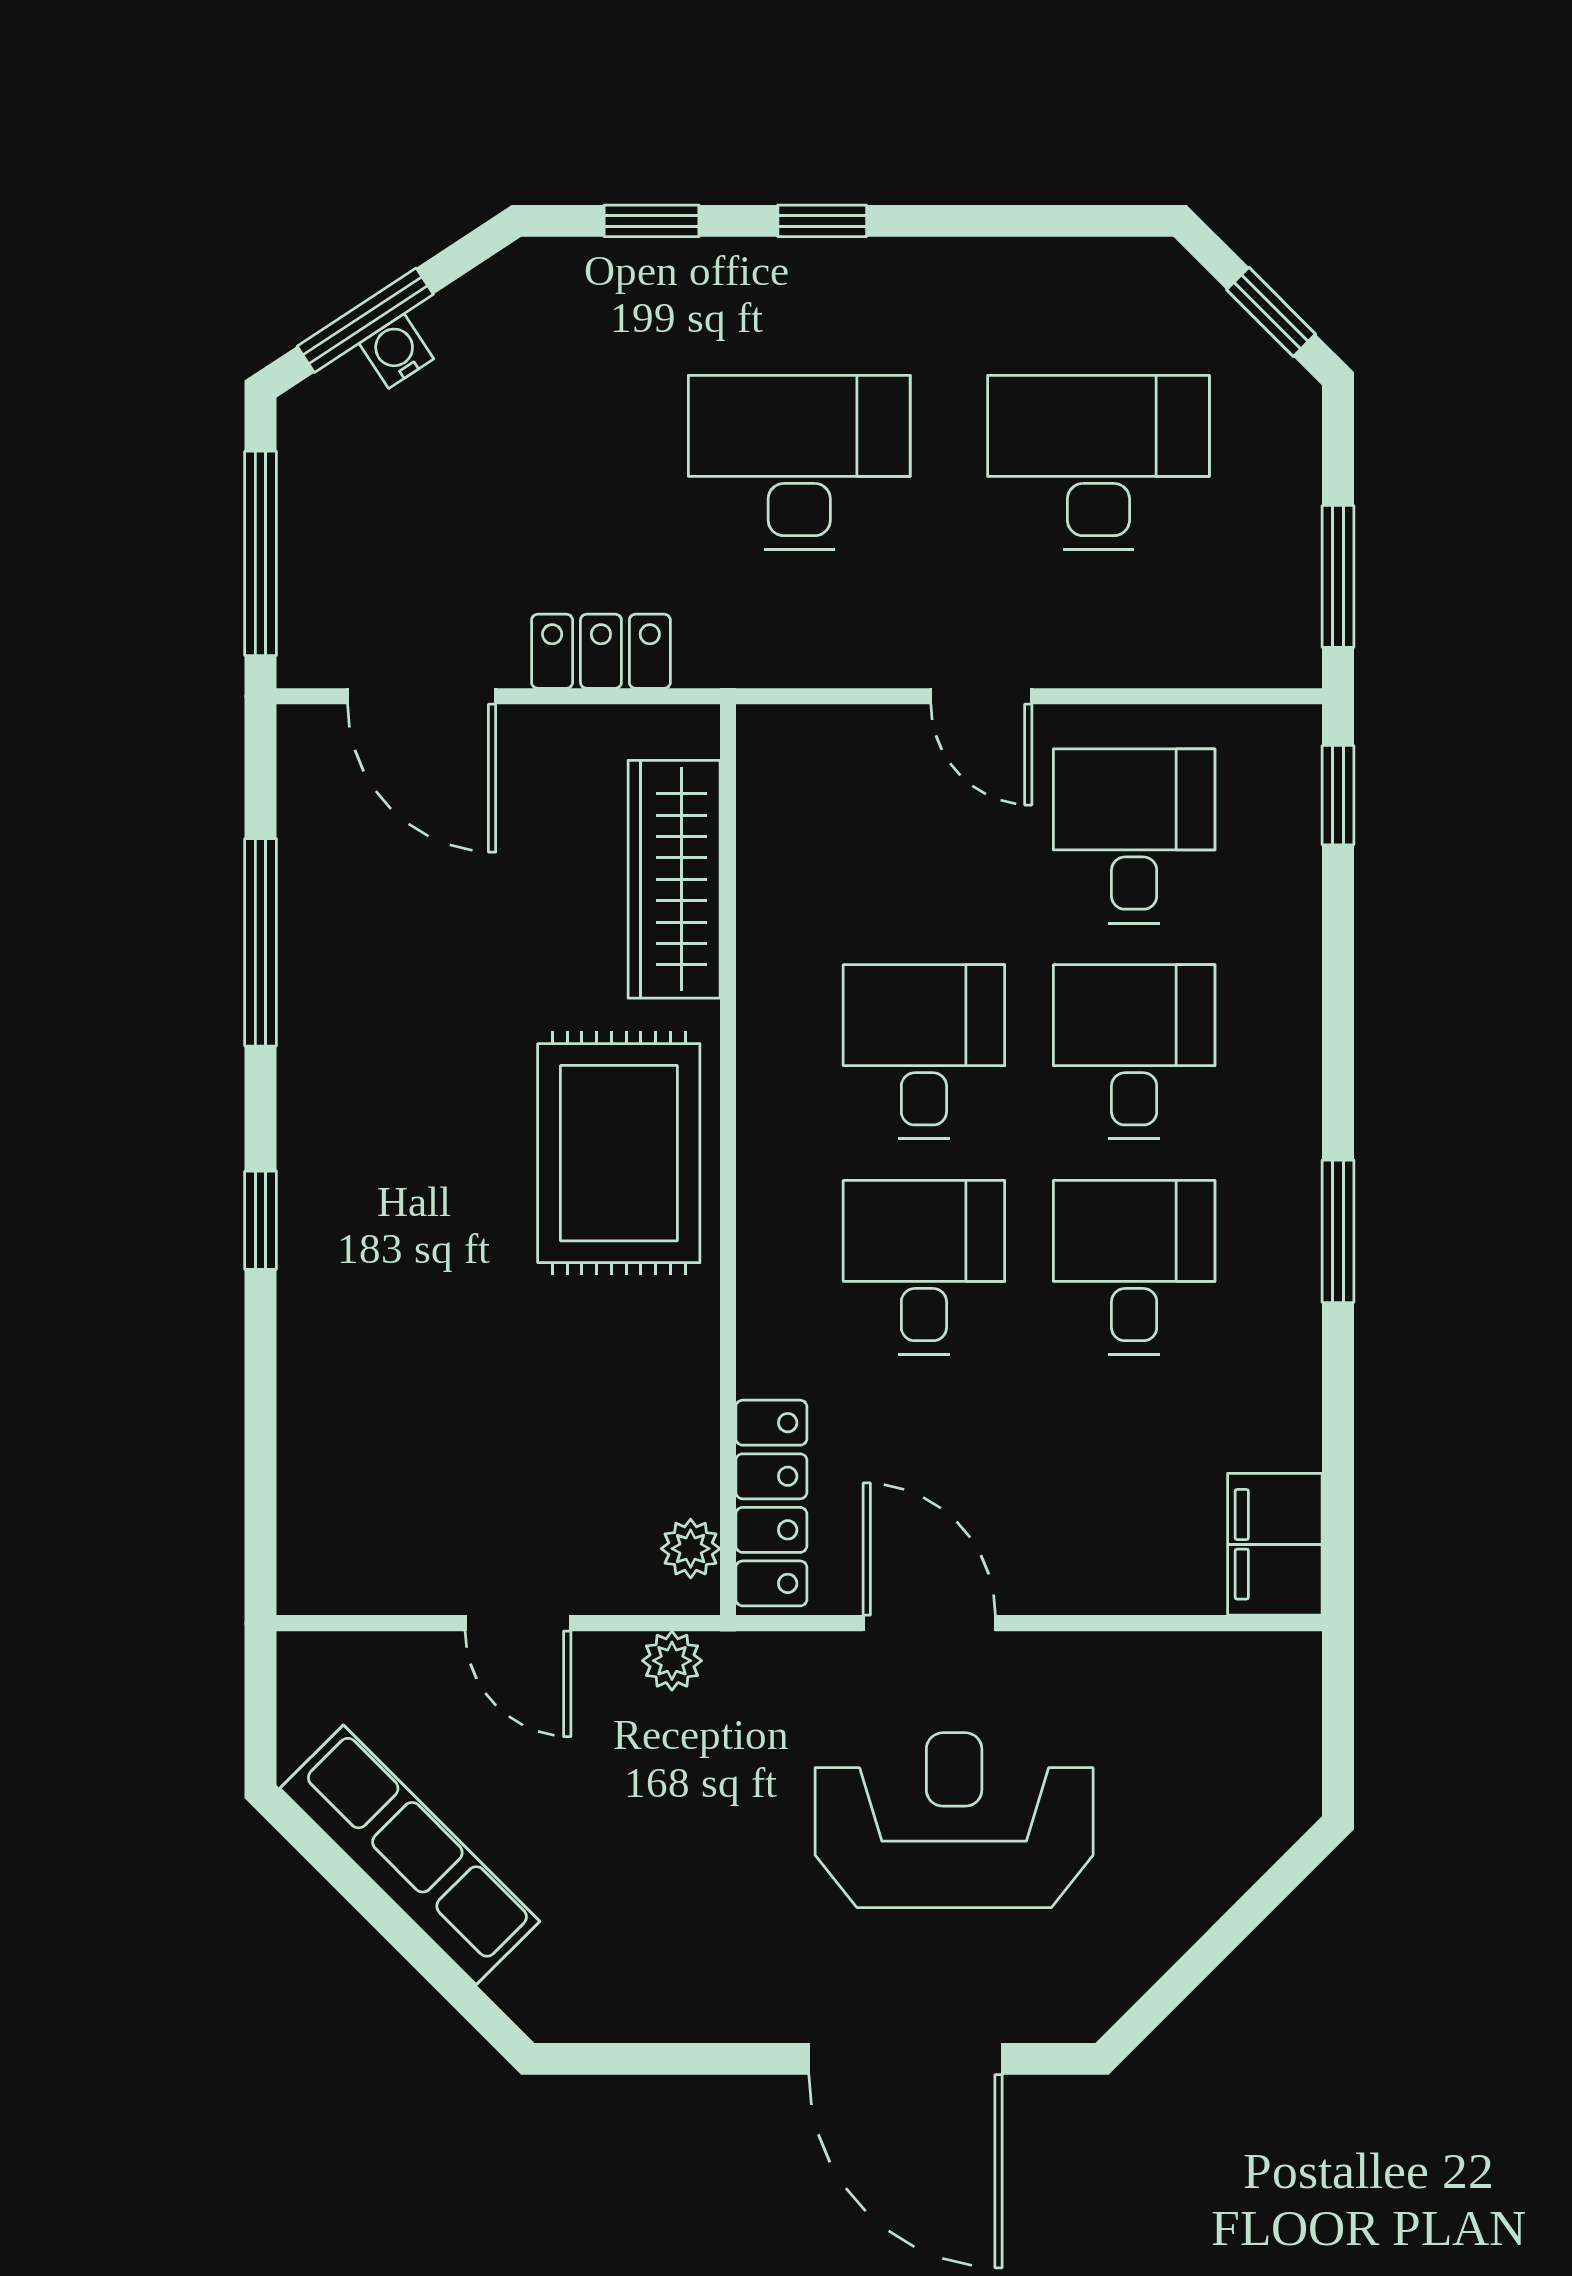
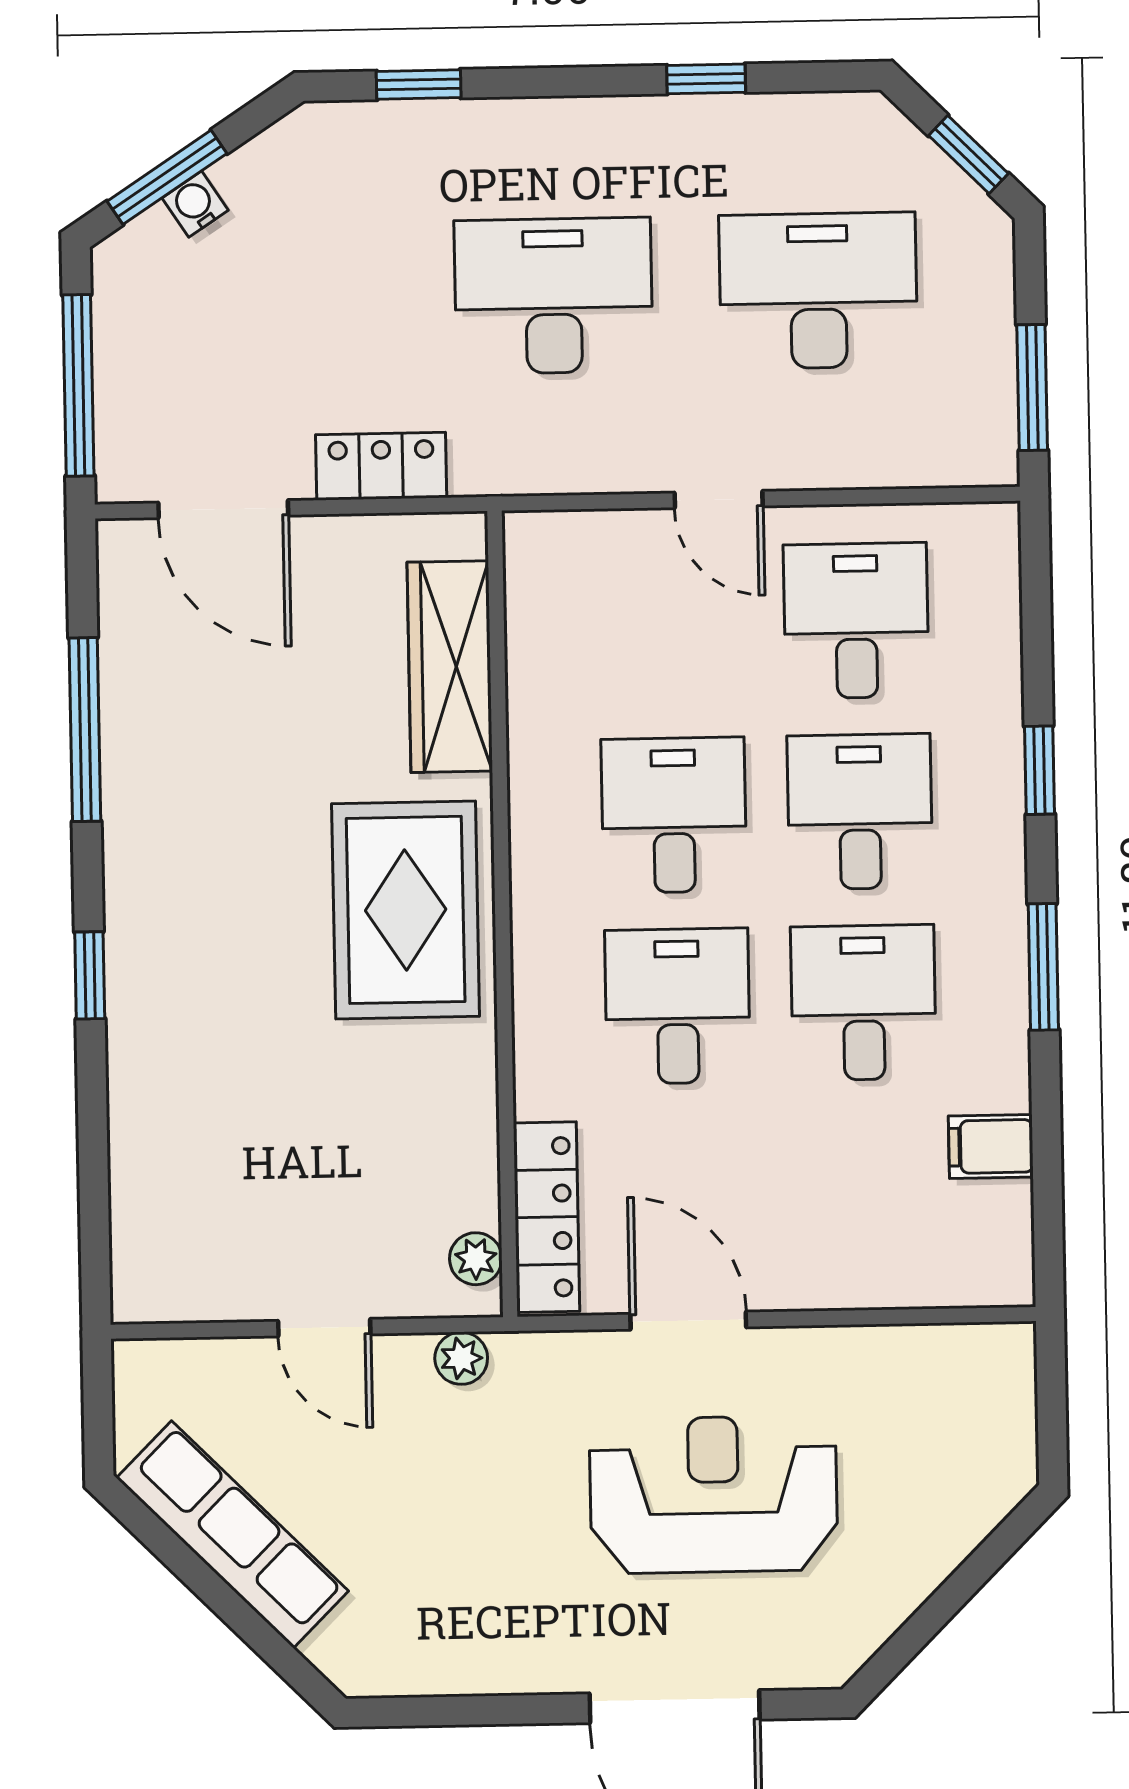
window: (822, 221) -> (706, 79), moved
window: (1338, 795) -> (1040, 770), moved
filing cabinet: (1275, 1544) -> (991, 1146), moved, width x0.50

